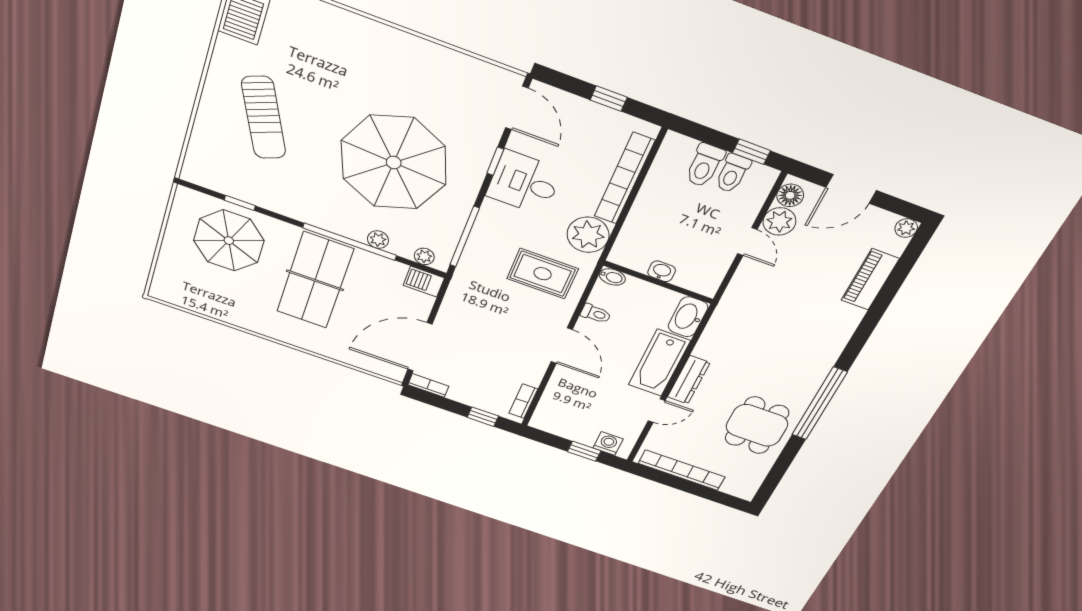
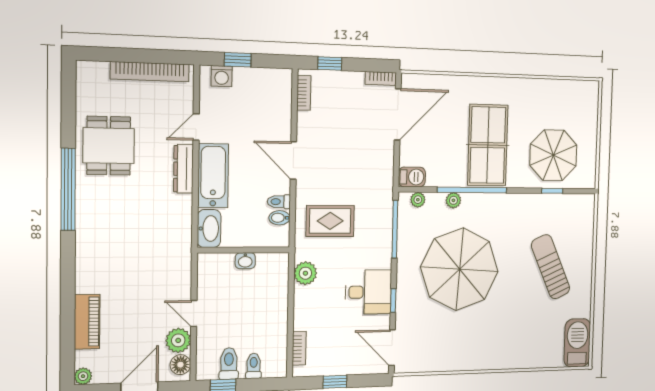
toilet: (705, 165) -> (254, 366), width x0.73, depth x0.72
bookcase: (624, 179) -> (299, 348), width x0.43, depth x0.76
plant: (588, 235) -> (305, 273), width x0.73, depth x0.73
bidet: (612, 277) -> (279, 218), moved

